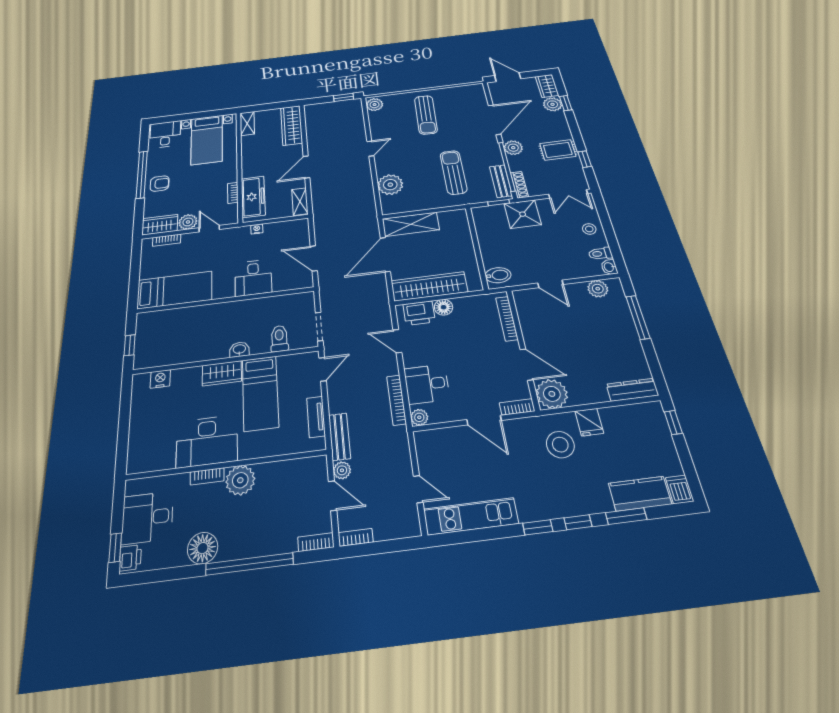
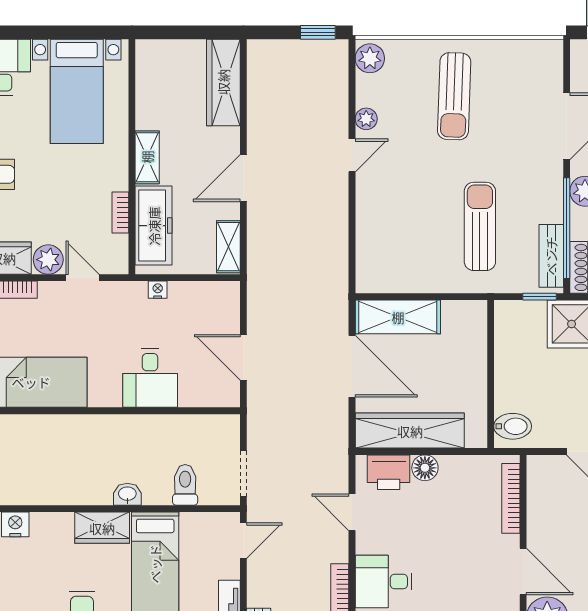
shelving: (247, 123) -> (147, 157), moved
plant: (390, 185) -> (366, 119), moved, width x0.53, depth x0.53
door: (385, 255) -> (352, 366), swing flipped

